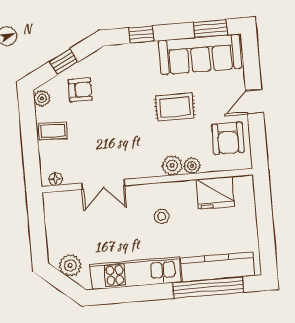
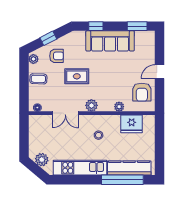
sofa: (200, 54) -> (110, 41), moved
rug: (175, 107) -> (77, 76), moved
plant: (172, 165) -> (91, 105), moved

